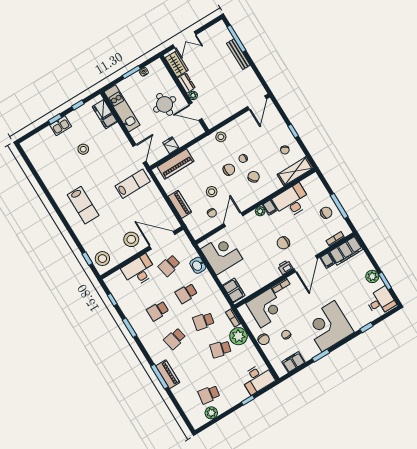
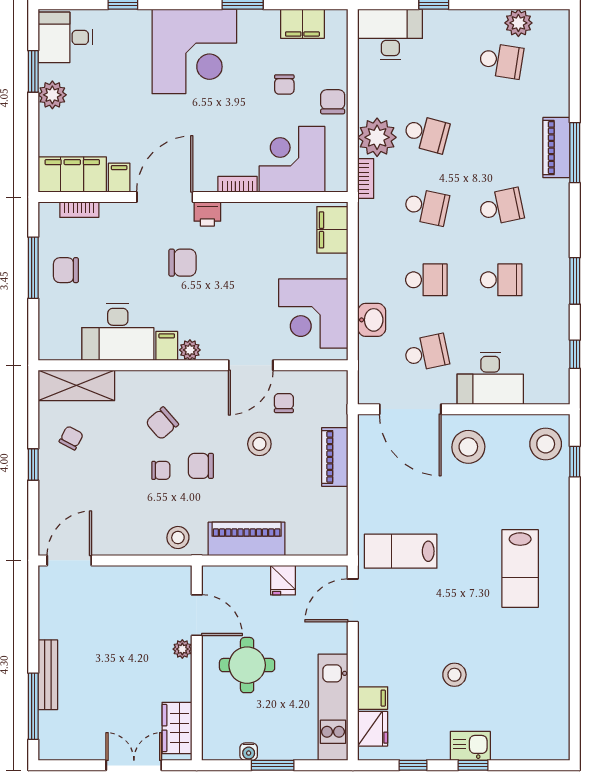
dresser: (186, 83) -> (181, 680), removed
piano: (176, 164) -> (247, 539), moved
lab bench: (83, 205) -> (520, 569), turned 180

